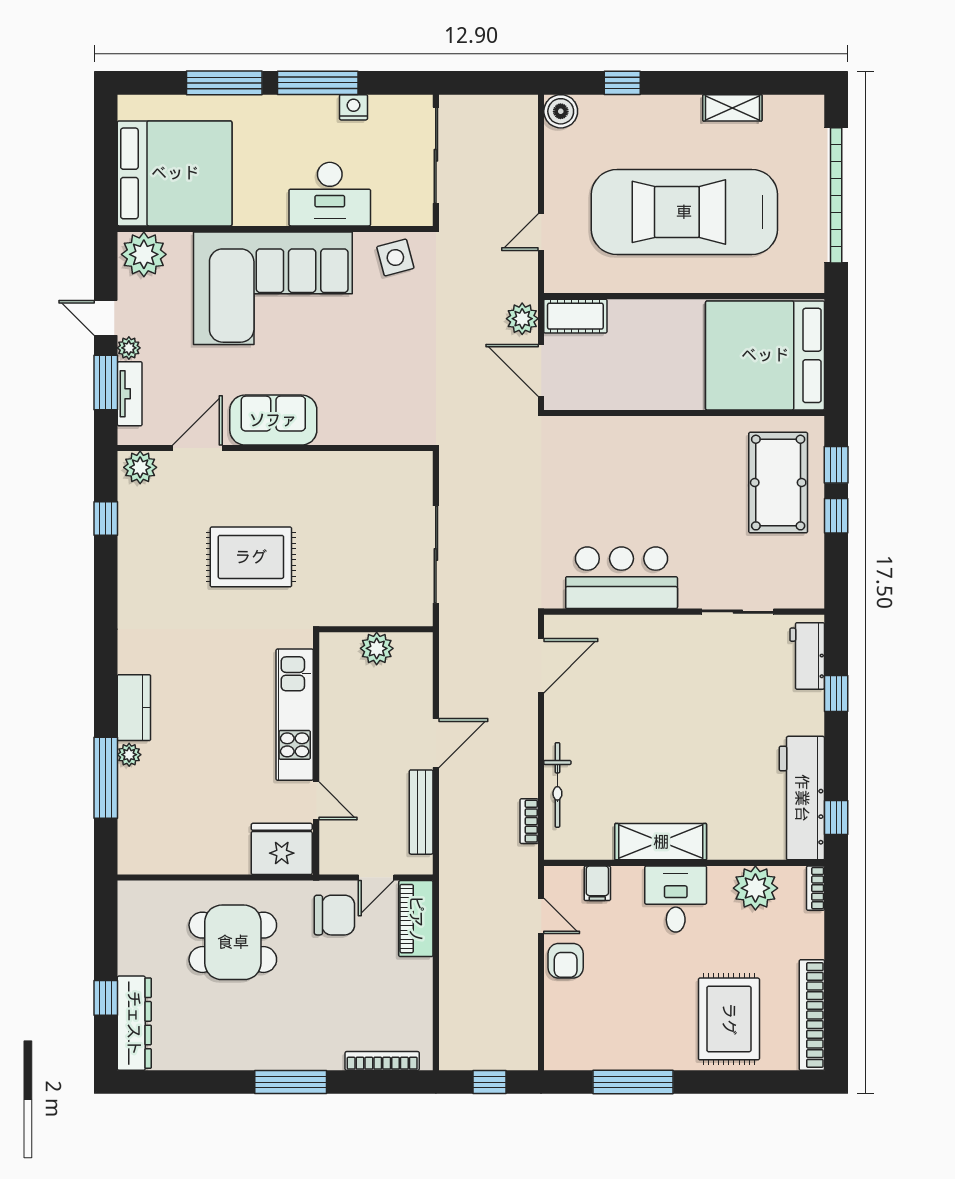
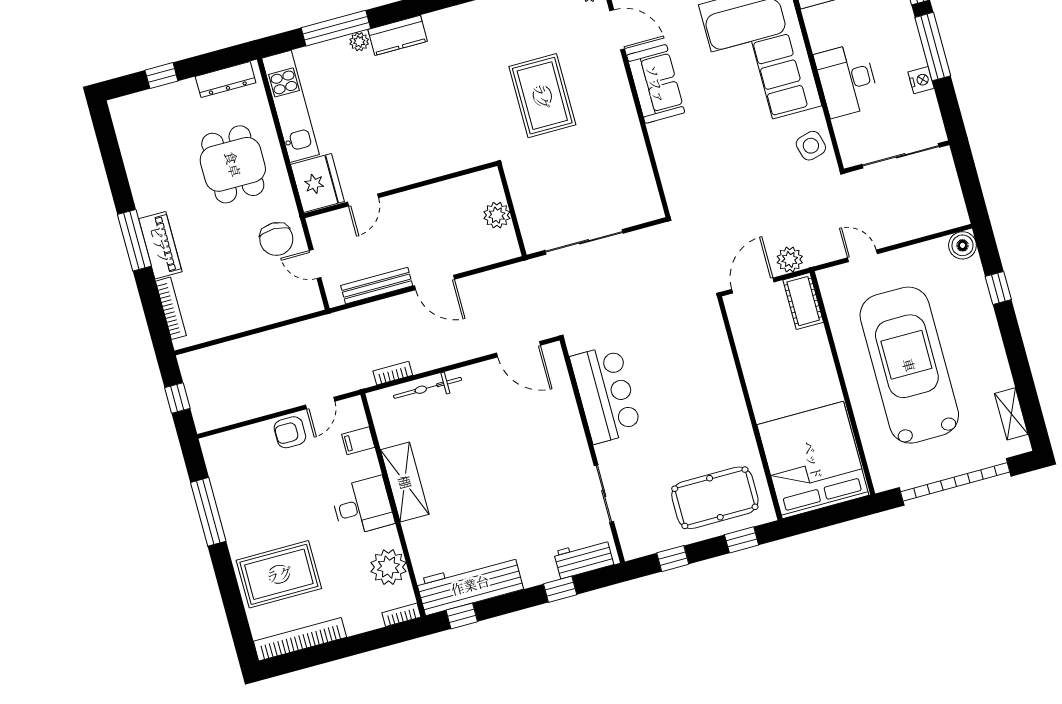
shelving: (732, 108) -> (1011, 414), moved
window: (836, 516) -> (673, 559), moved
kitchen unit: (295, 715) -> (291, 106), moved, turned 90
piano: (416, 919) -> (160, 245), moved, turned 90
dresser: (134, 1023) -> (226, 80), moved, width x0.73, depth x0.80

